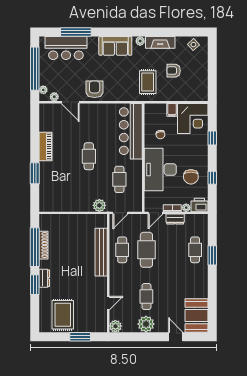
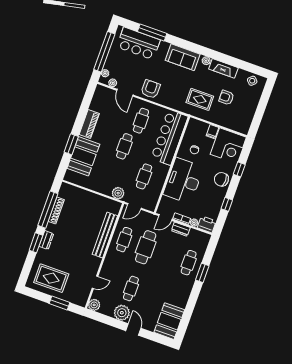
rug: (148, 82) -> (200, 99), turned 90
cafe table: (96, 125) -> (141, 121), added
chair: (191, 177) -> (221, 179), moved, turned 90
booth: (51, 181) -> (83, 156), added
rug: (63, 315) -> (51, 278), turned 90
door: (176, 337) -> (133, 329), moved

